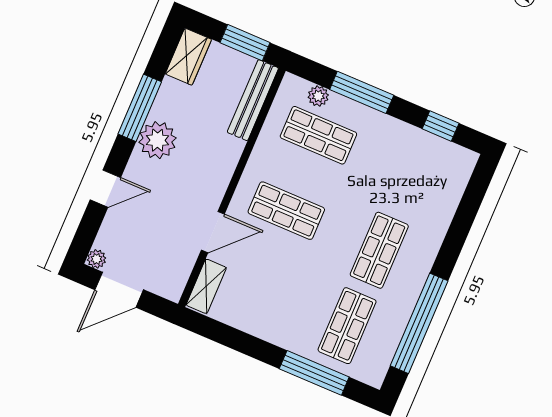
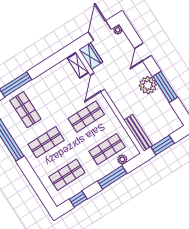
wardrobe: (188, 57) -> (91, 56), moved, turned 180
shop shelf: (411, 175) -> (67, 175), added
shop shelf: (379, 250) -> (46, 142), turned 90

